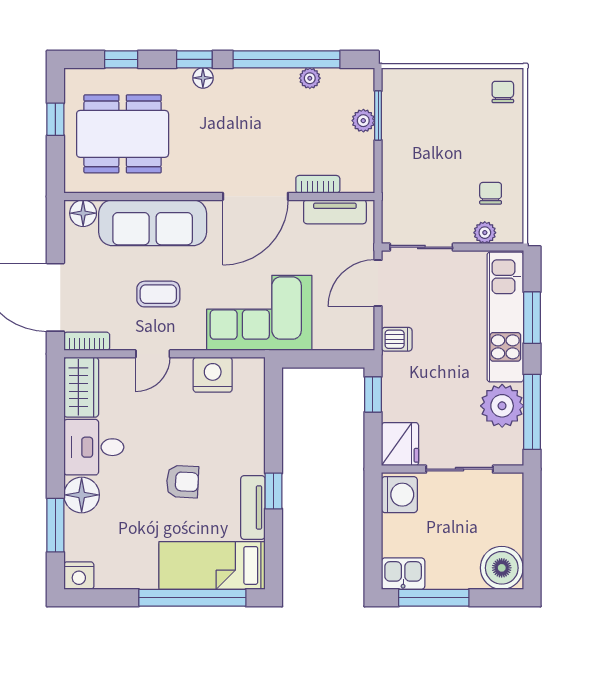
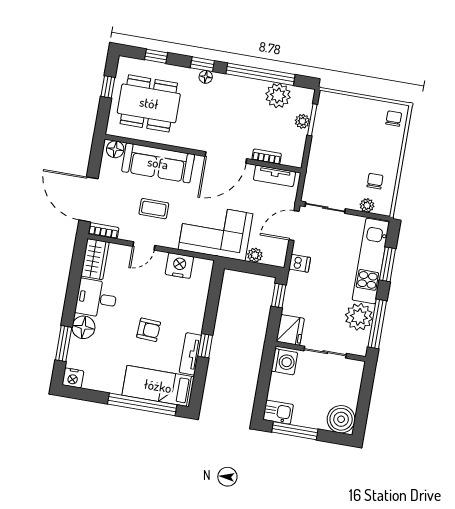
plant: (310, 78) -> (278, 95), width x1.87, depth x1.87
plant: (326, 339) -> (255, 255), added

